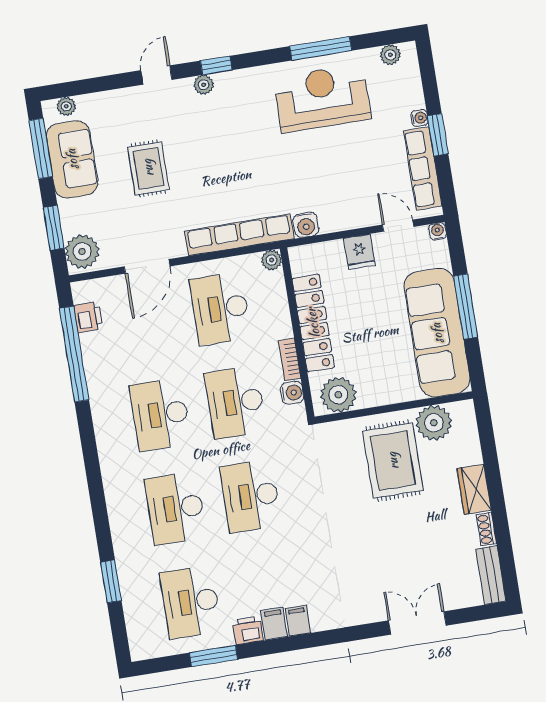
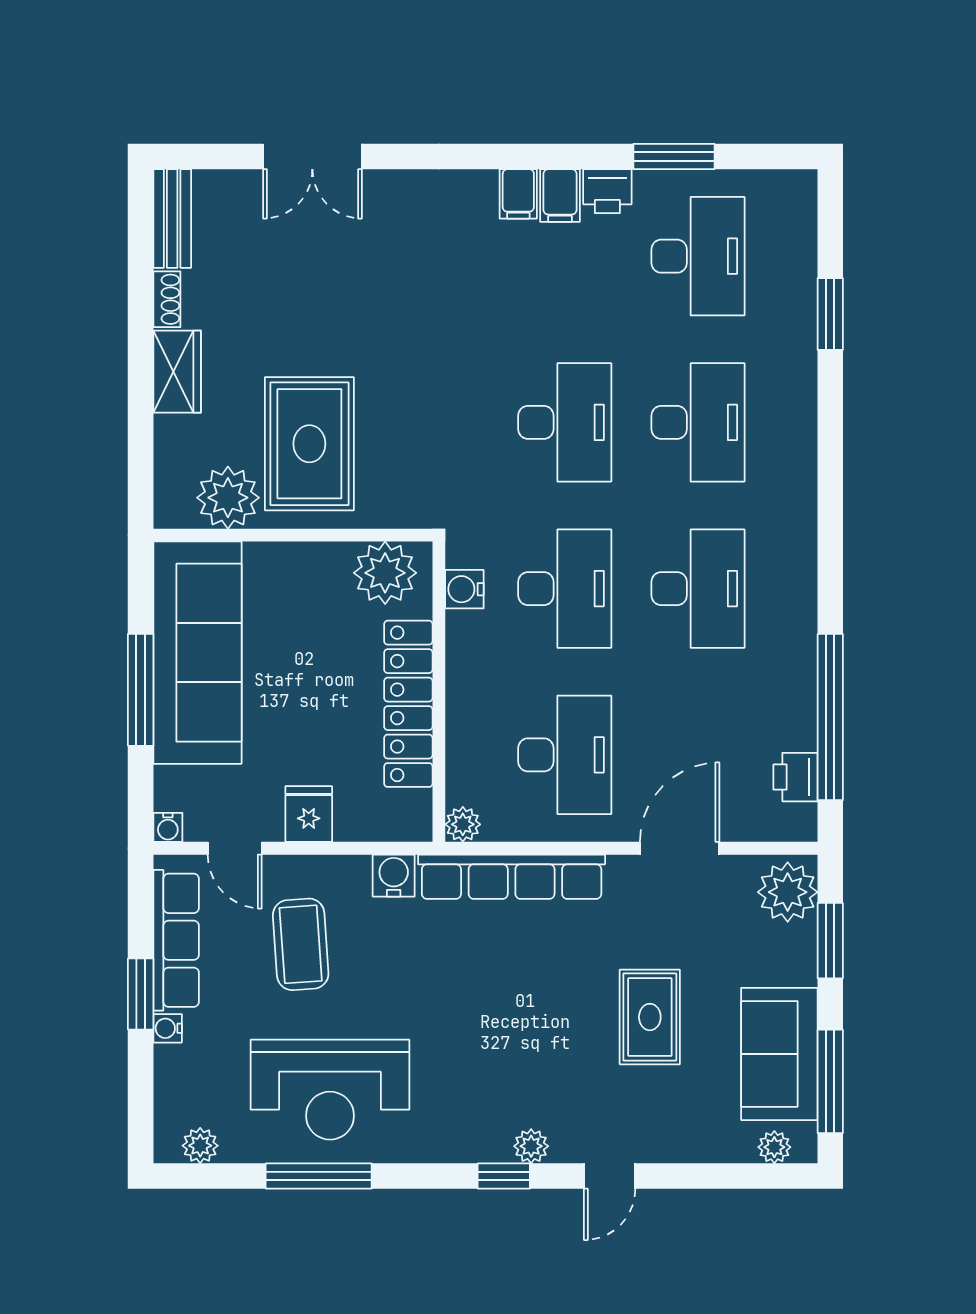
coffee table: (352, 177) -> (301, 944), added
bookcase: (290, 359) -> (459, 647), removed

